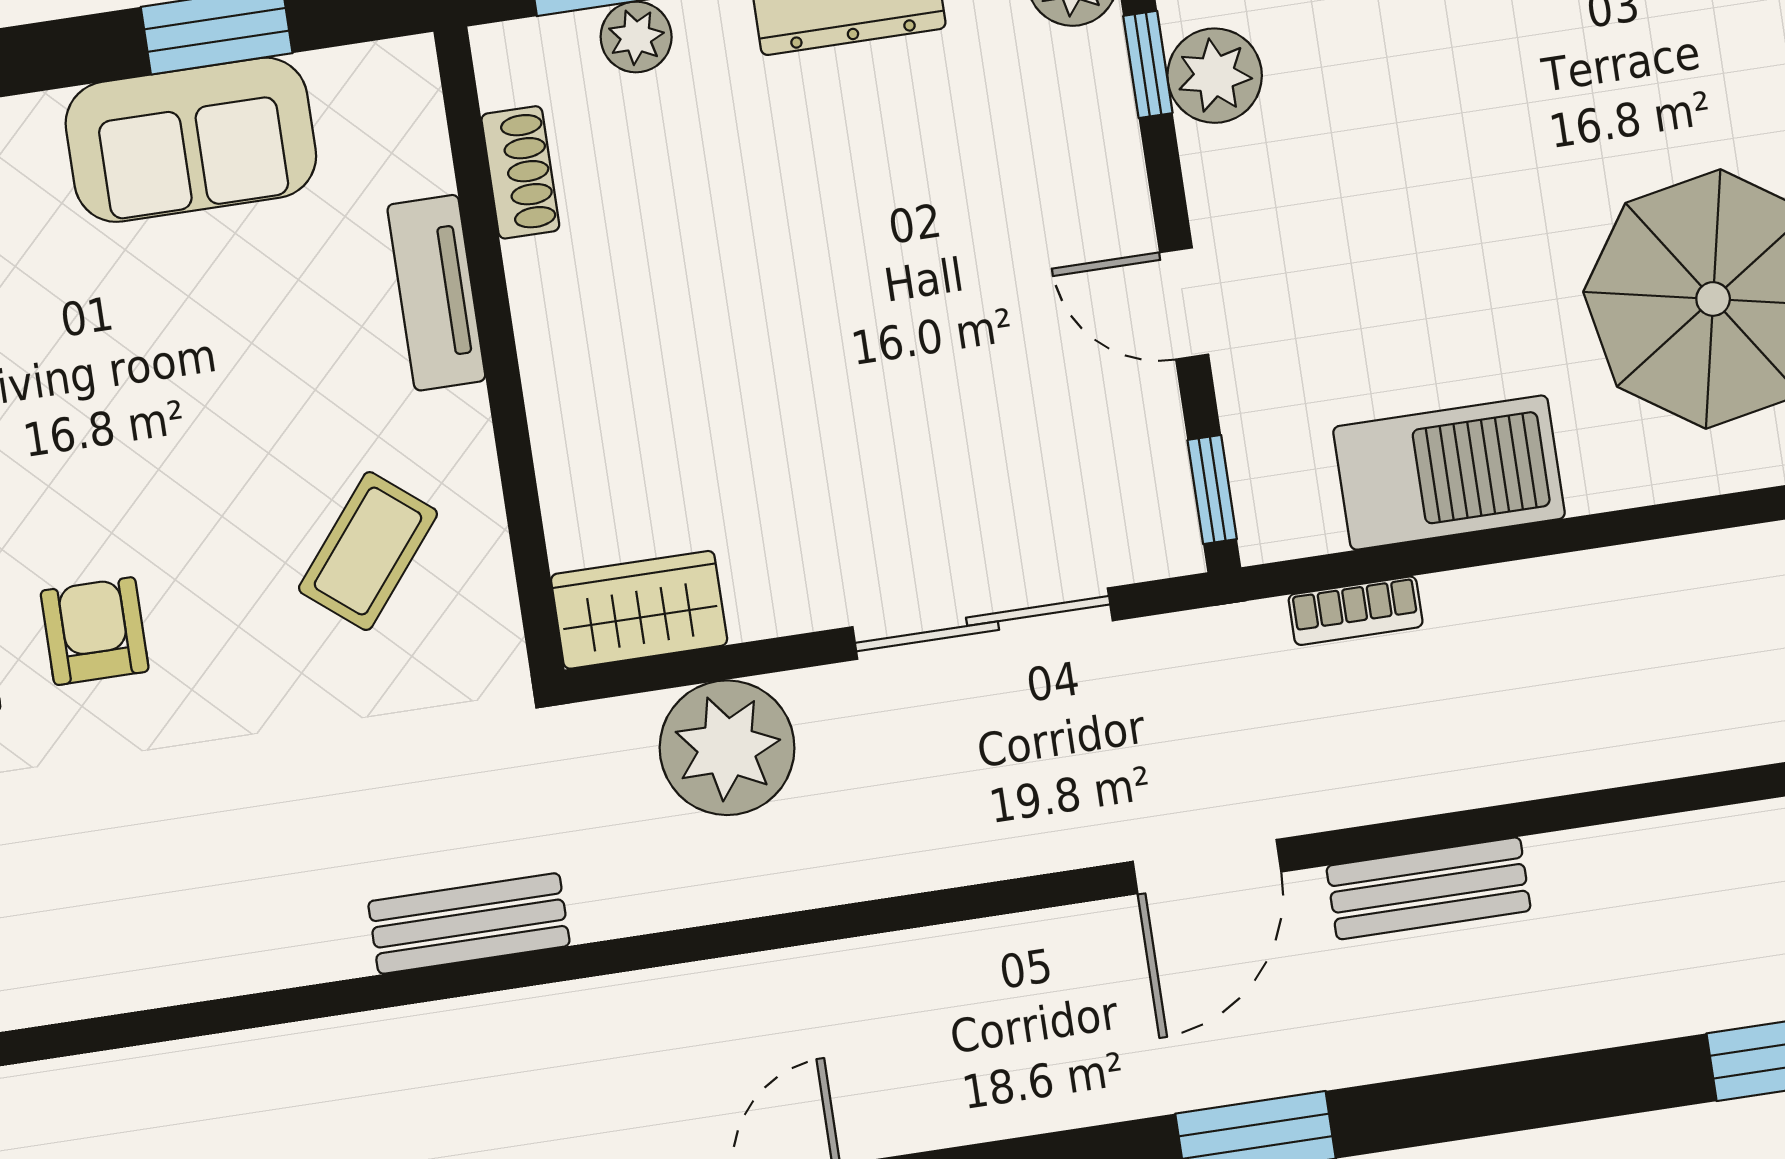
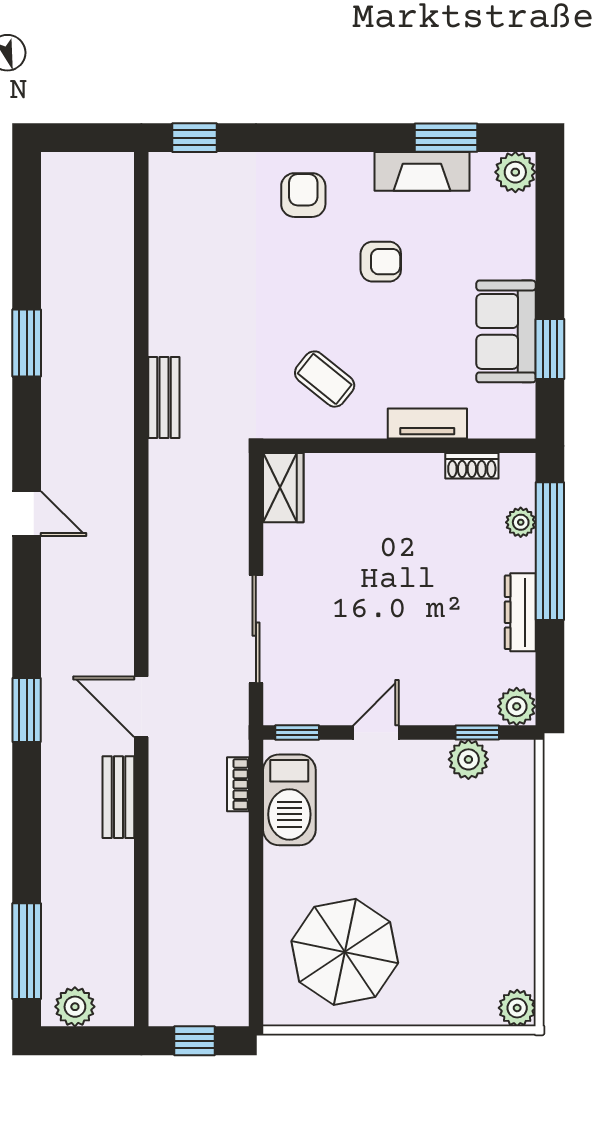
barbecue: (1449, 473) -> (289, 800), moved
armchair: (95, 631) -> (381, 262), moved
plant: (727, 748) -> (221, 515), removed

